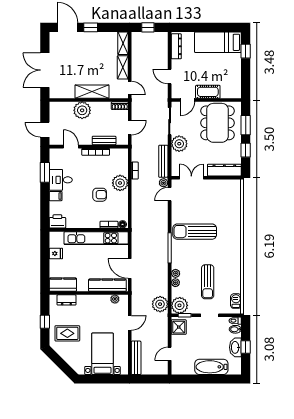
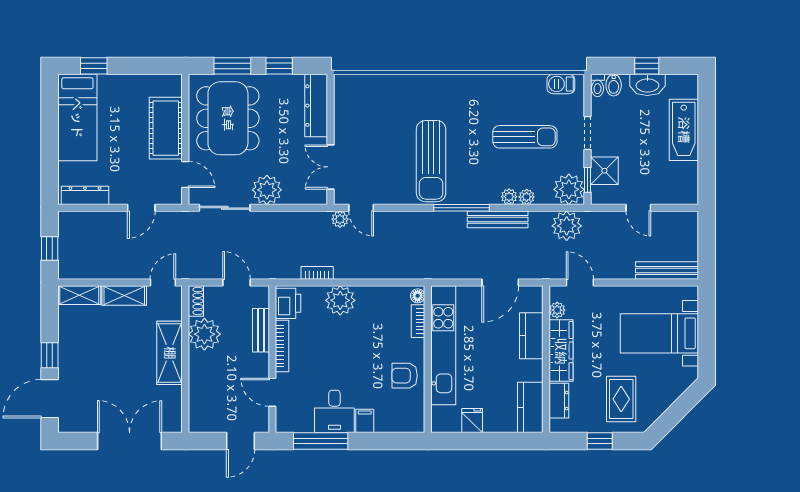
double door: (45, 70) -> (130, 441), swing flipped
cot: (208, 92) -> (166, 128), width x1.37, depth x1.34
plant: (82, 110) -> (204, 334), moved
dining table: (218, 123) -> (228, 118), turned 90
door: (71, 147) -> (272, 392), hinge flipped
bench: (163, 161) -> (498, 219), moved
window: (45, 172) -> (321, 441), width x1.44
armchair: (100, 195) -> (405, 376), moved, turned -90
printer: (57, 221) -> (288, 303), moved, turned 180
kitchen counter: (107, 285) -> (531, 336), width x0.67
wardrobe: (93, 301) -> (561, 351), added
door: (130, 323) -> (580, 282), moved
shower: (179, 327) -> (604, 171), moved
door: (170, 354) -> (638, 208), moved

